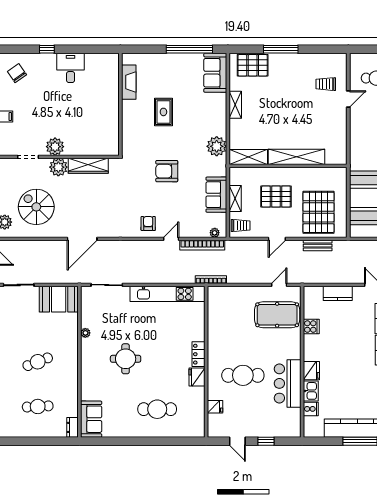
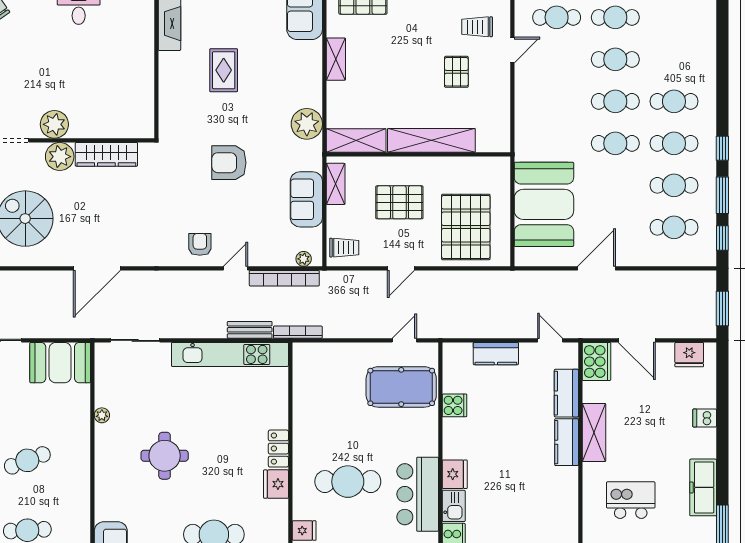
pallet: (312, 113) -> (456, 72), added
shelving: (235, 199) -> (336, 184), moved
bench: (318, 246) -> (250, 330), moved

